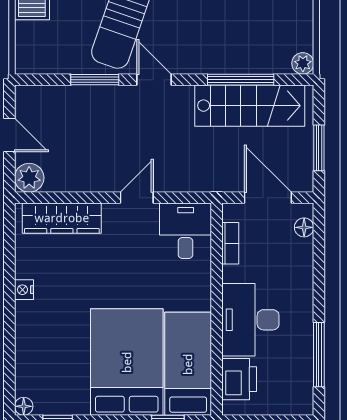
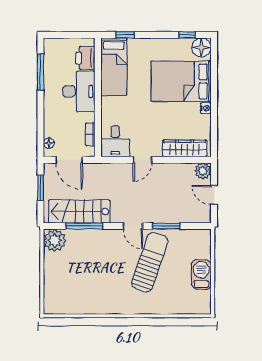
plant: (303, 63) -> (55, 240), width x1.88, depth x1.88
bed: (127, 362) -> (181, 81), moved, turned 90
floor lamp: (24, 406) -> (201, 47), width x1.89, depth x1.89

